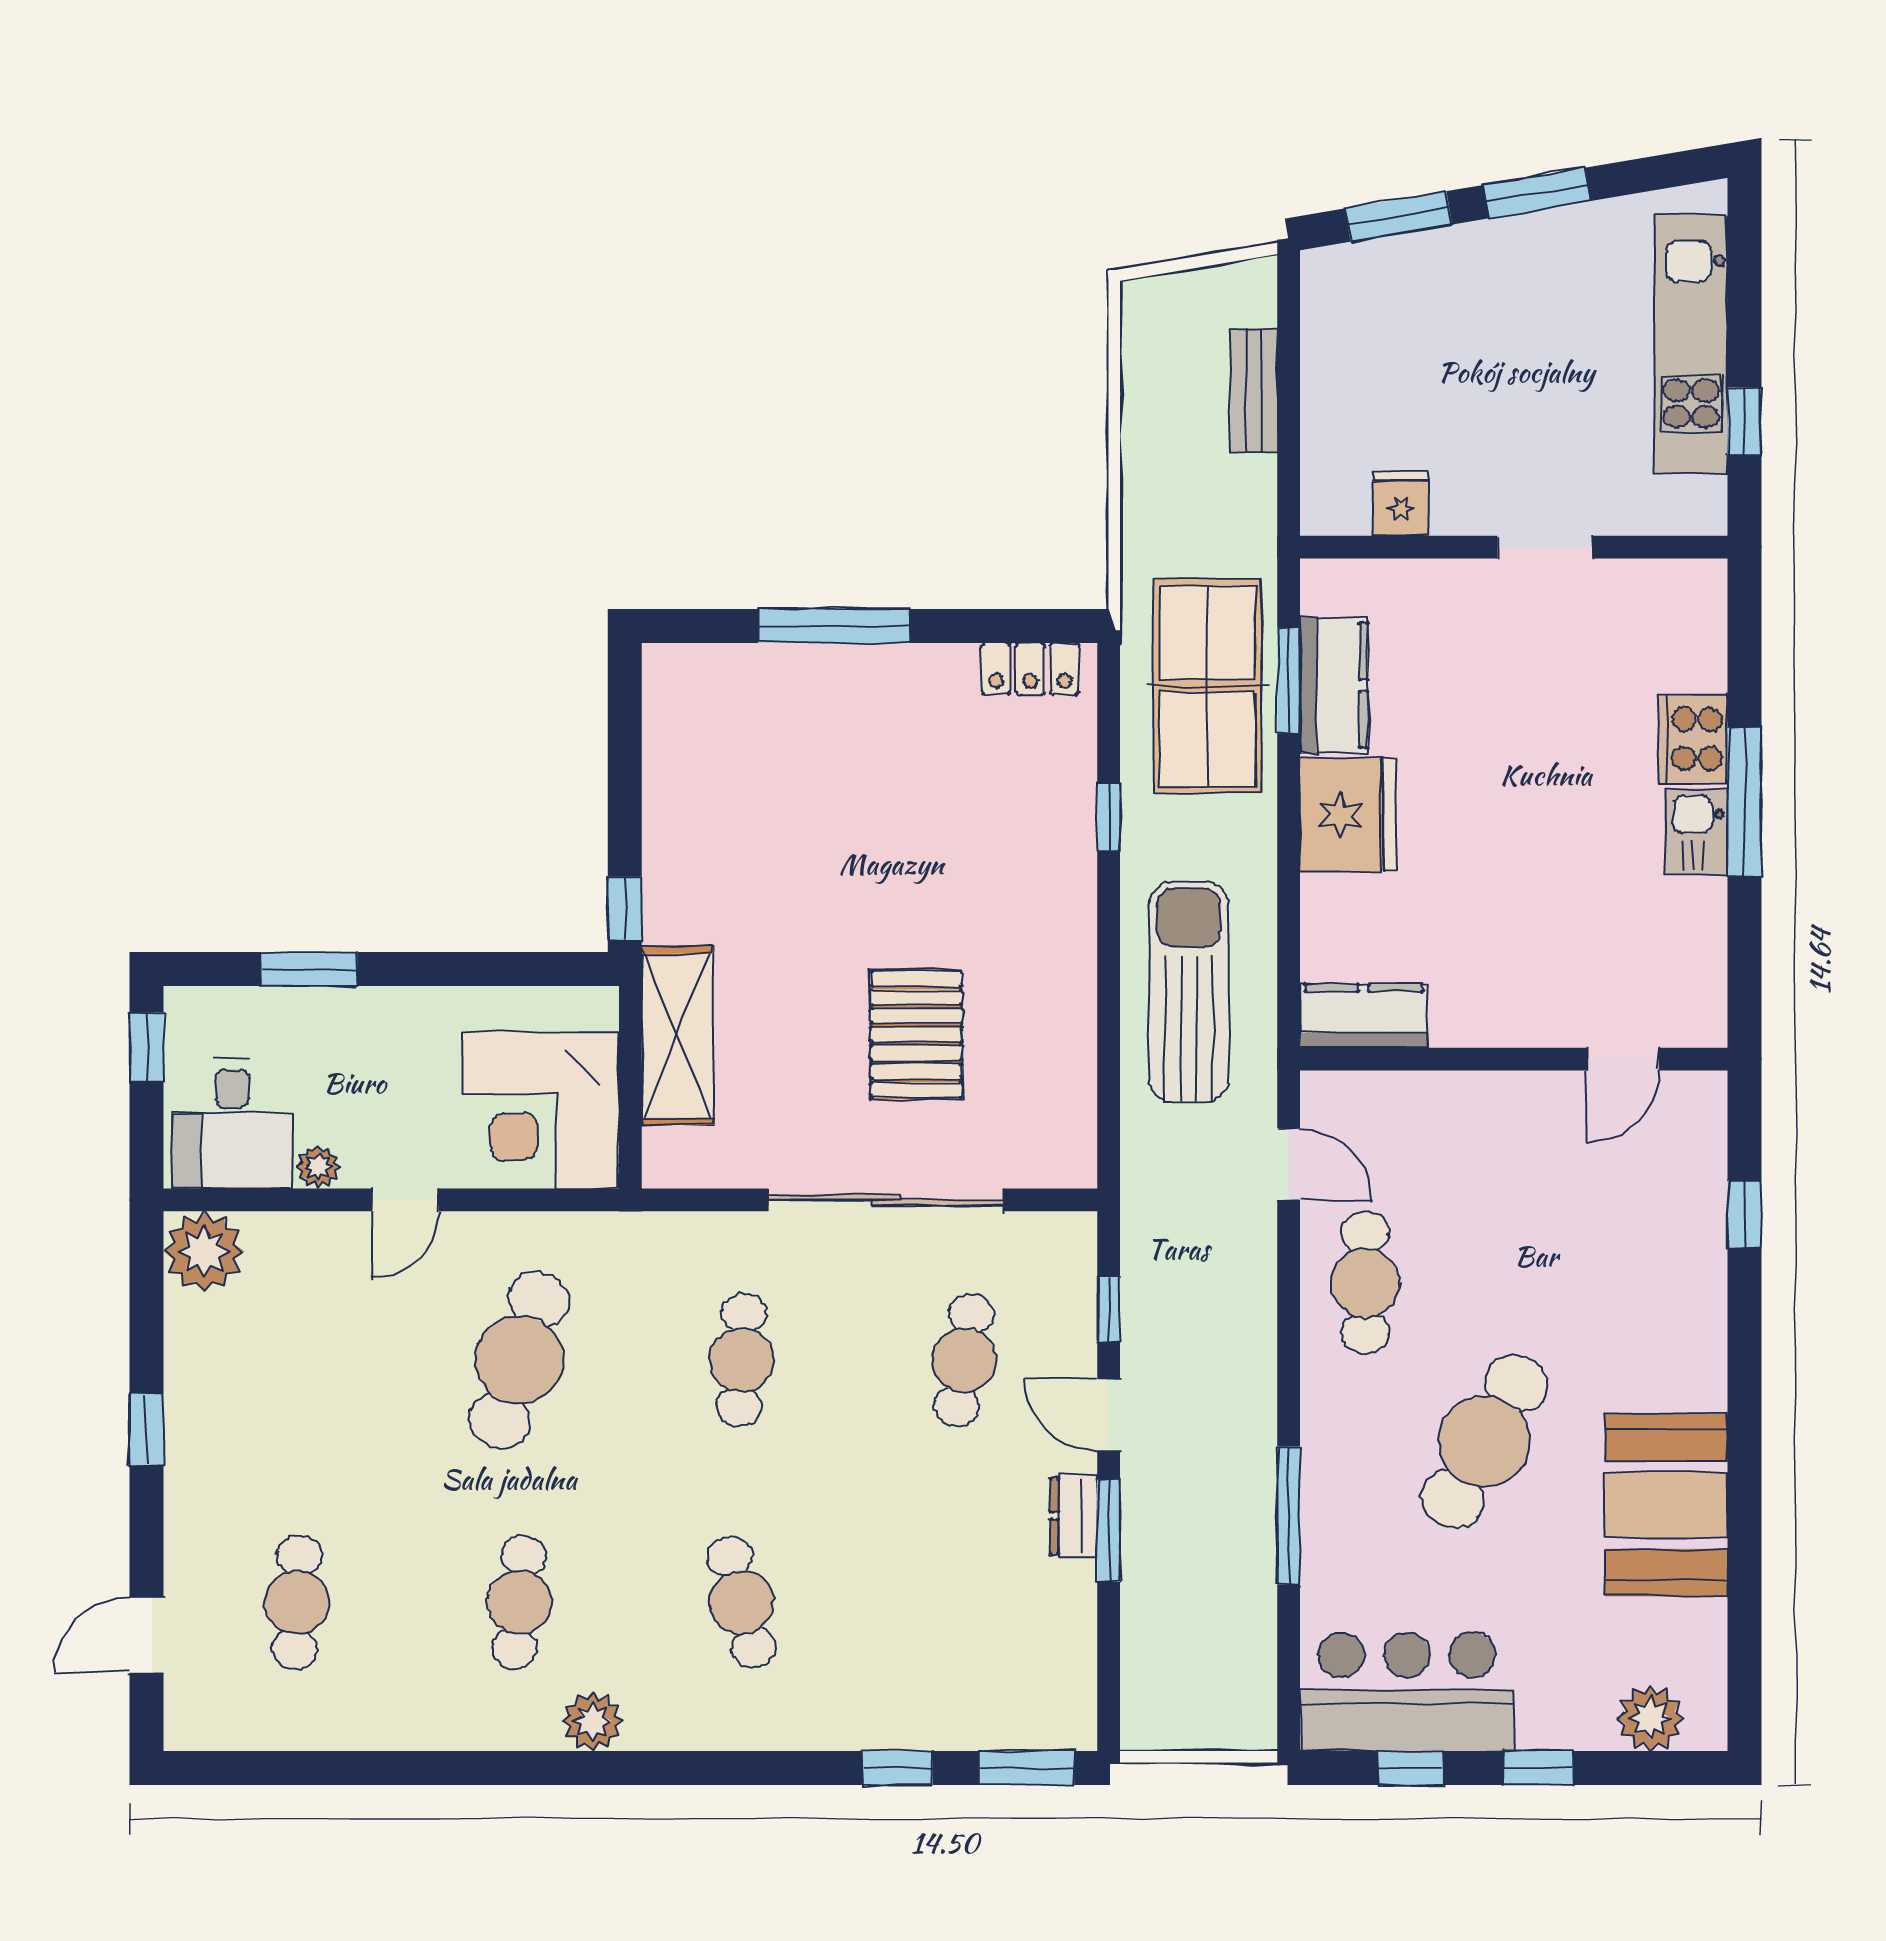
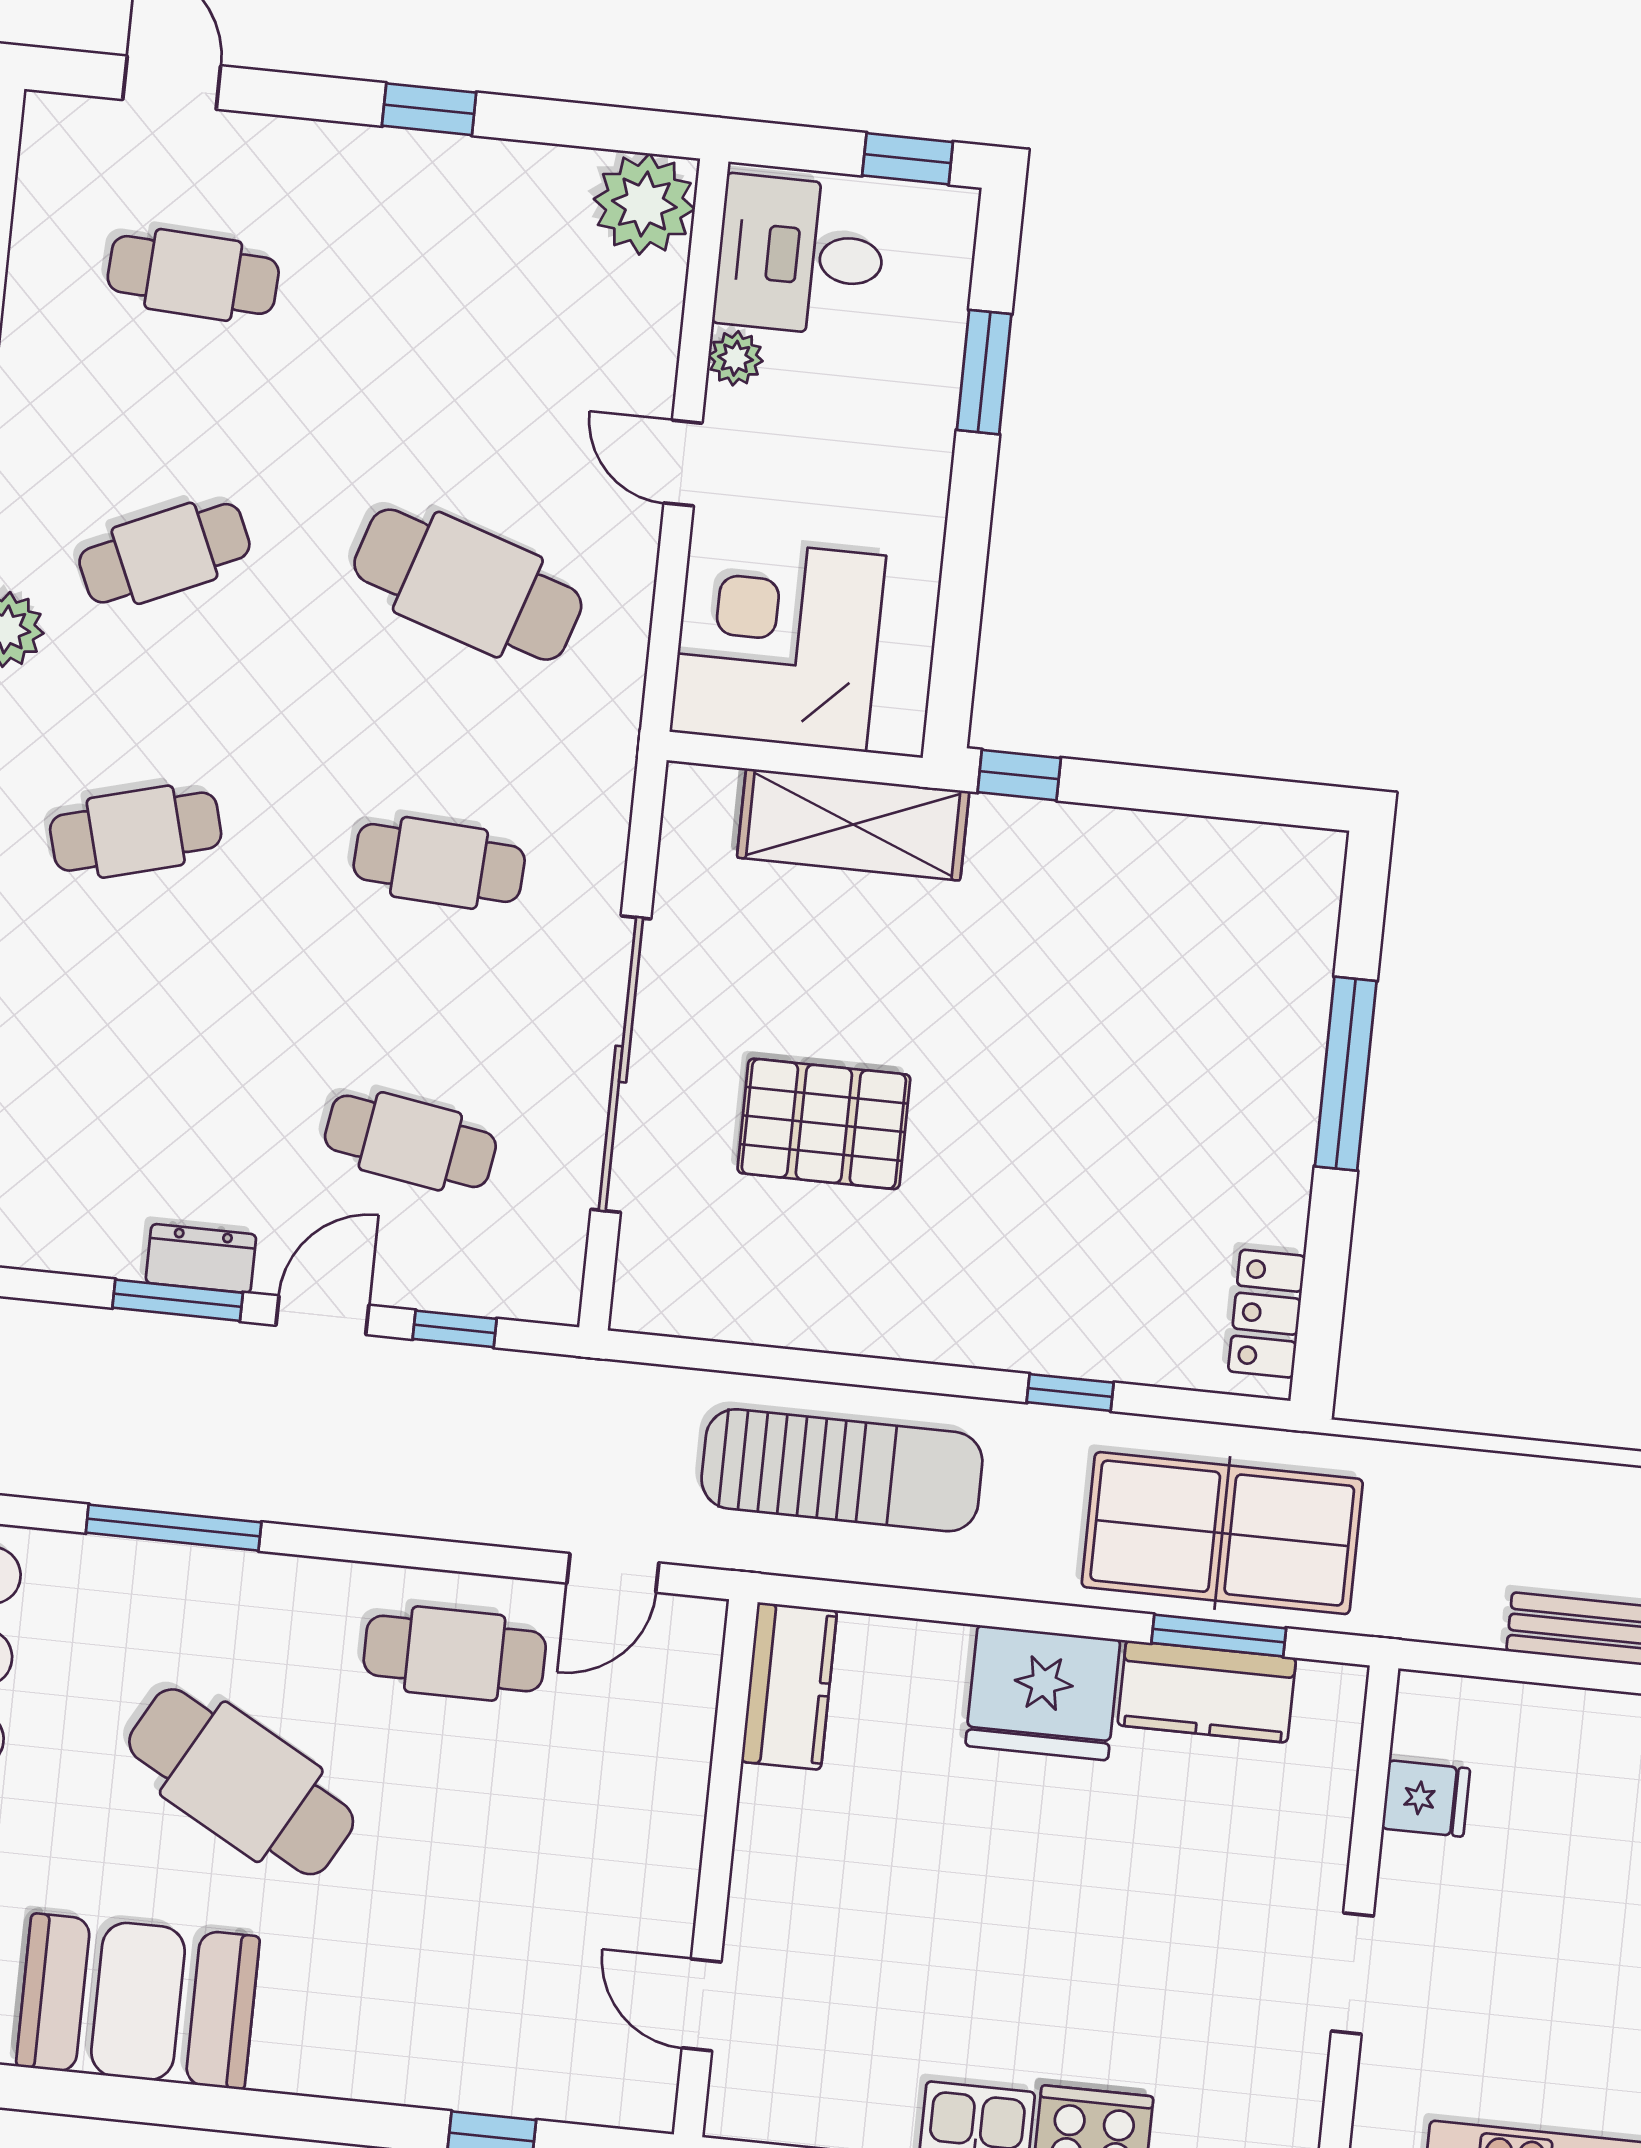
cafe table: (519, 1602) -> (164, 553), turned -30

